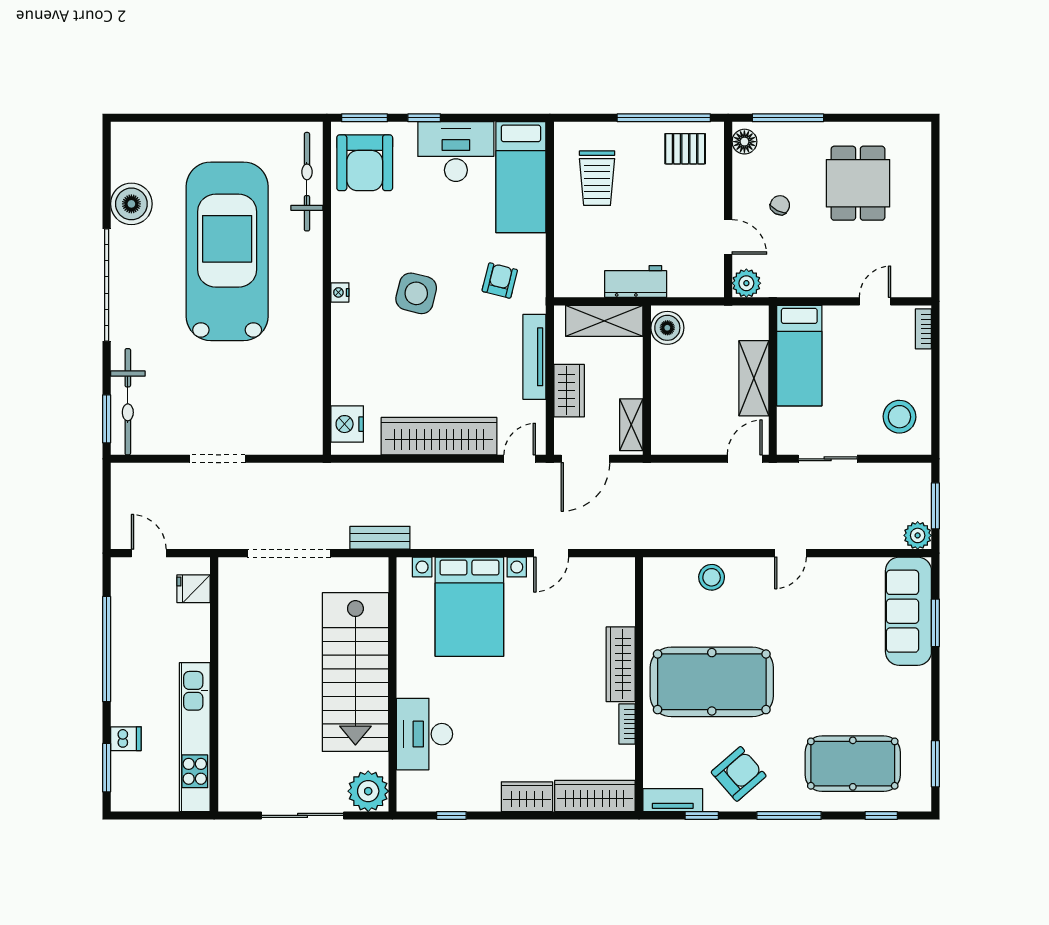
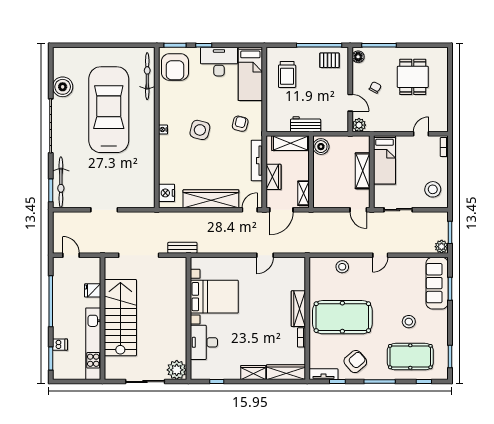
door: (745, 459) -> (358, 210), swing flipped
fridge: (194, 589) -> (93, 290), moved
bed with nightstands: (469, 607) -> (214, 297), moved, turned -90
stairs: (355, 672) -> (120, 318), moved, turned 180
stool: (850, 691) -> (409, 322), added

